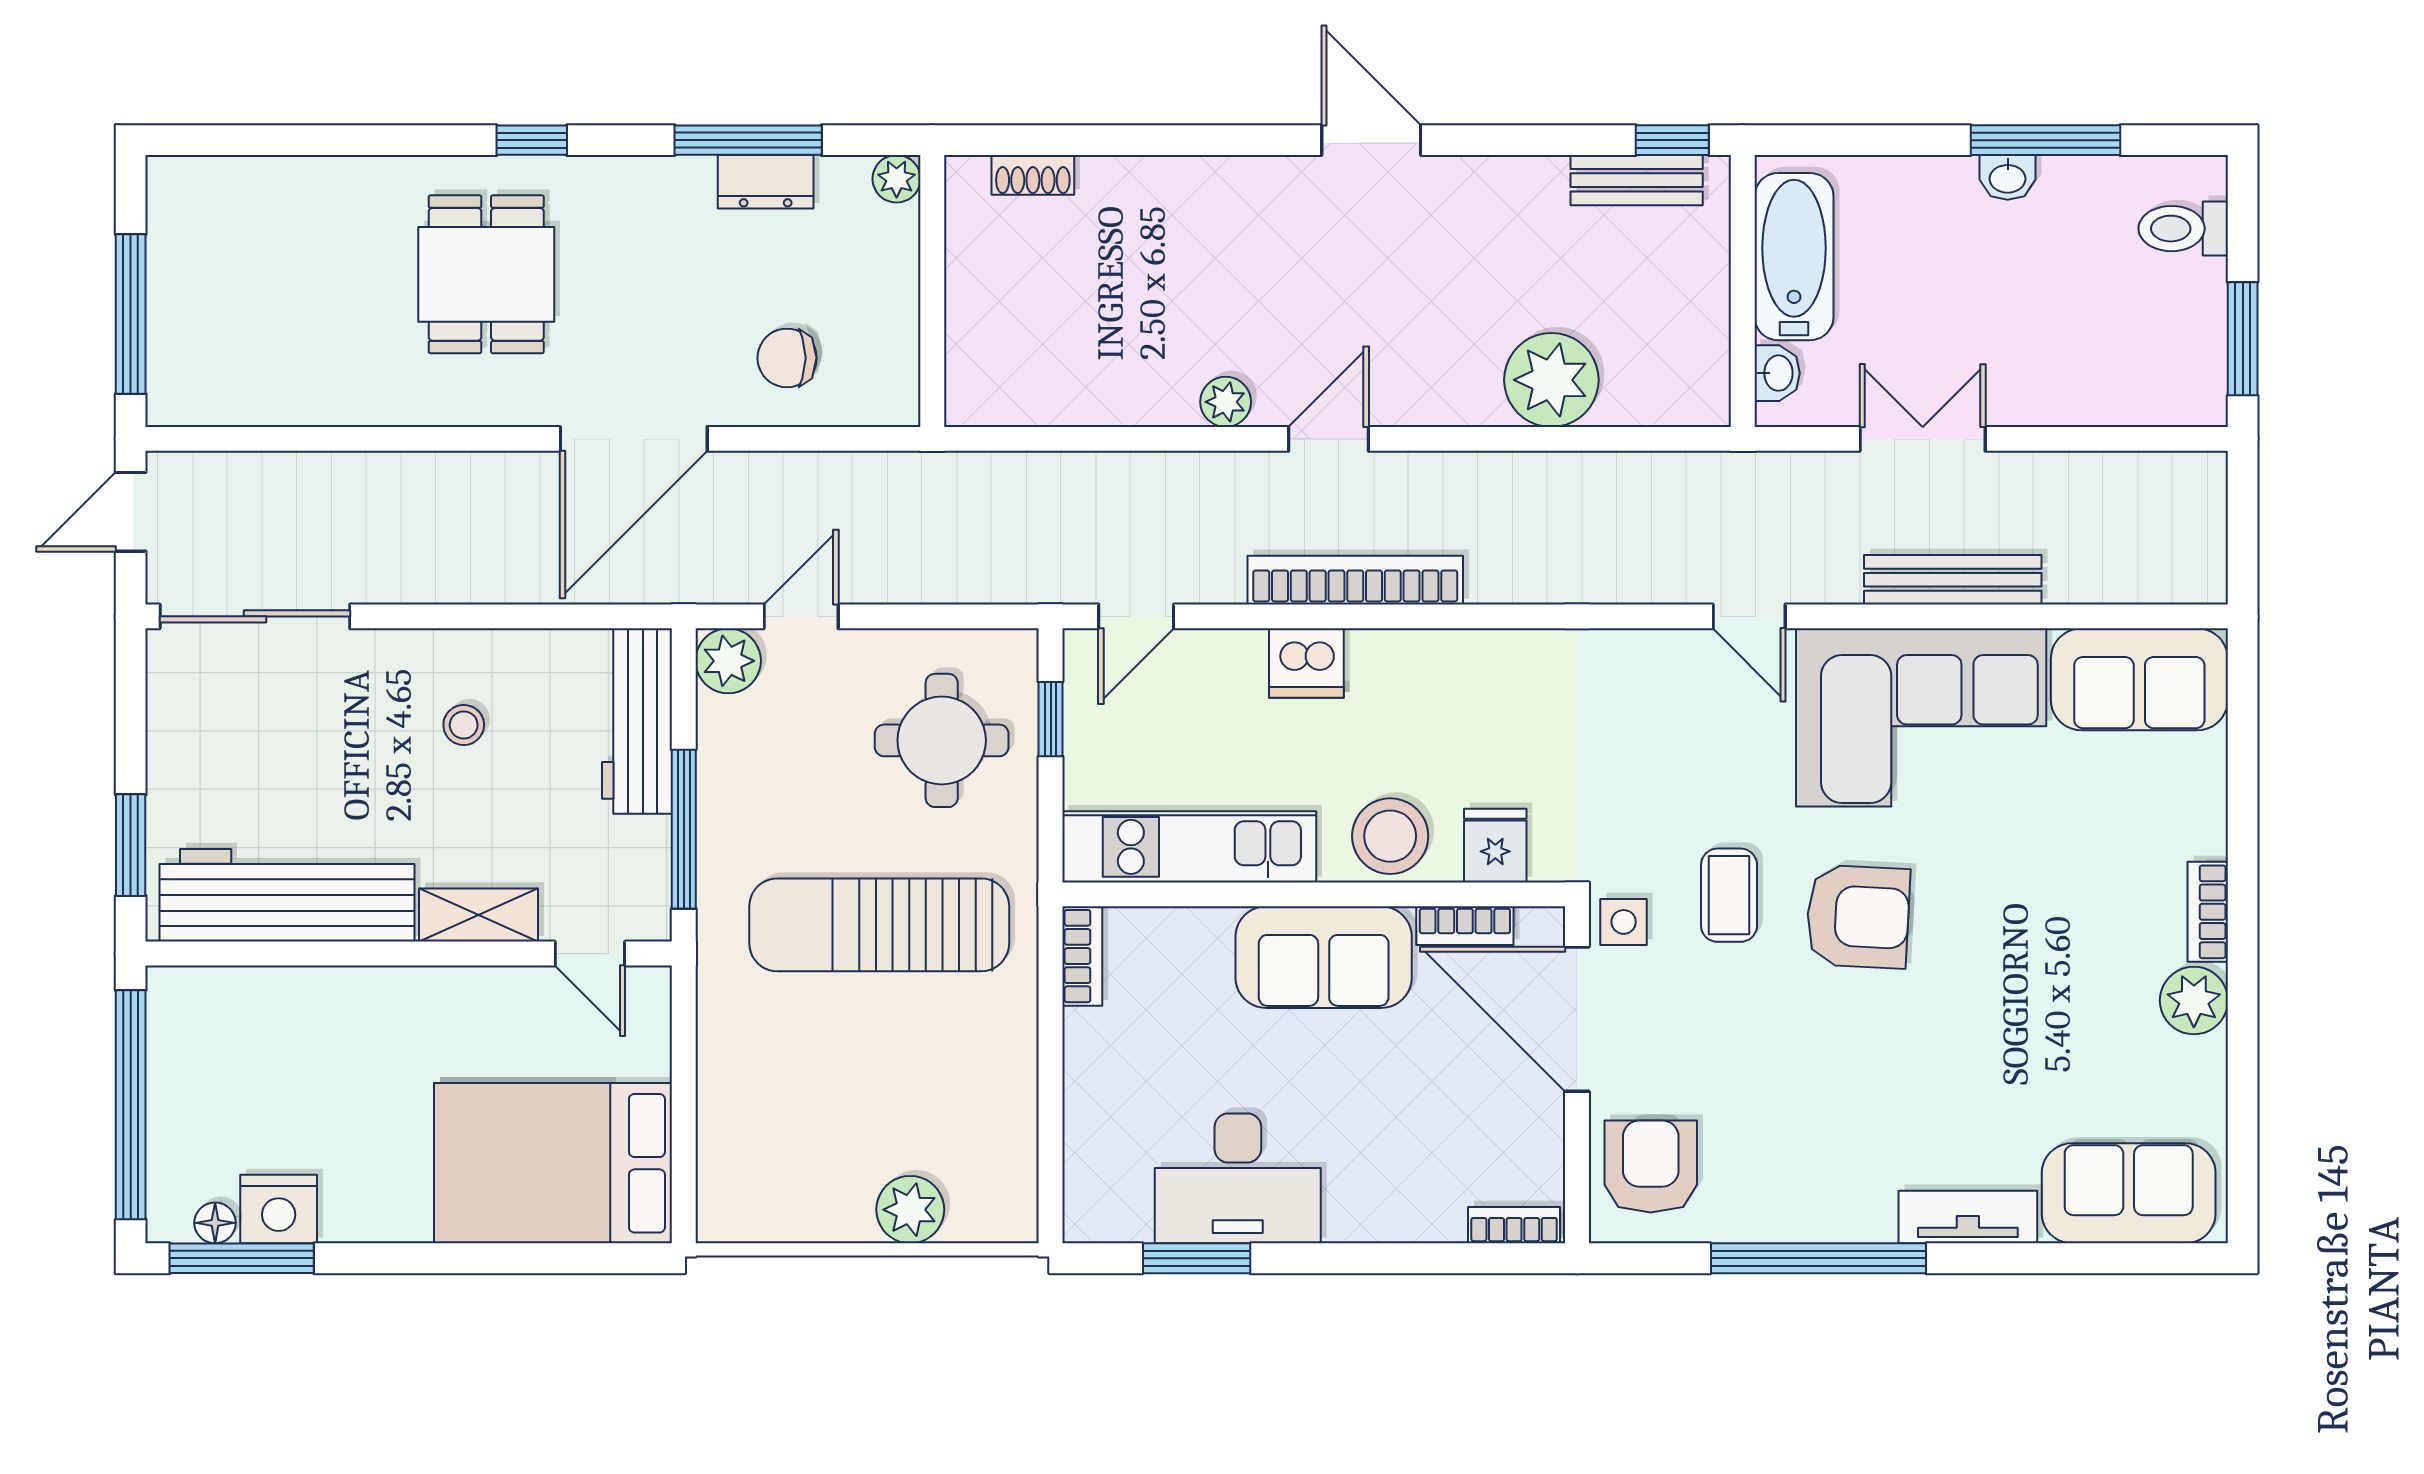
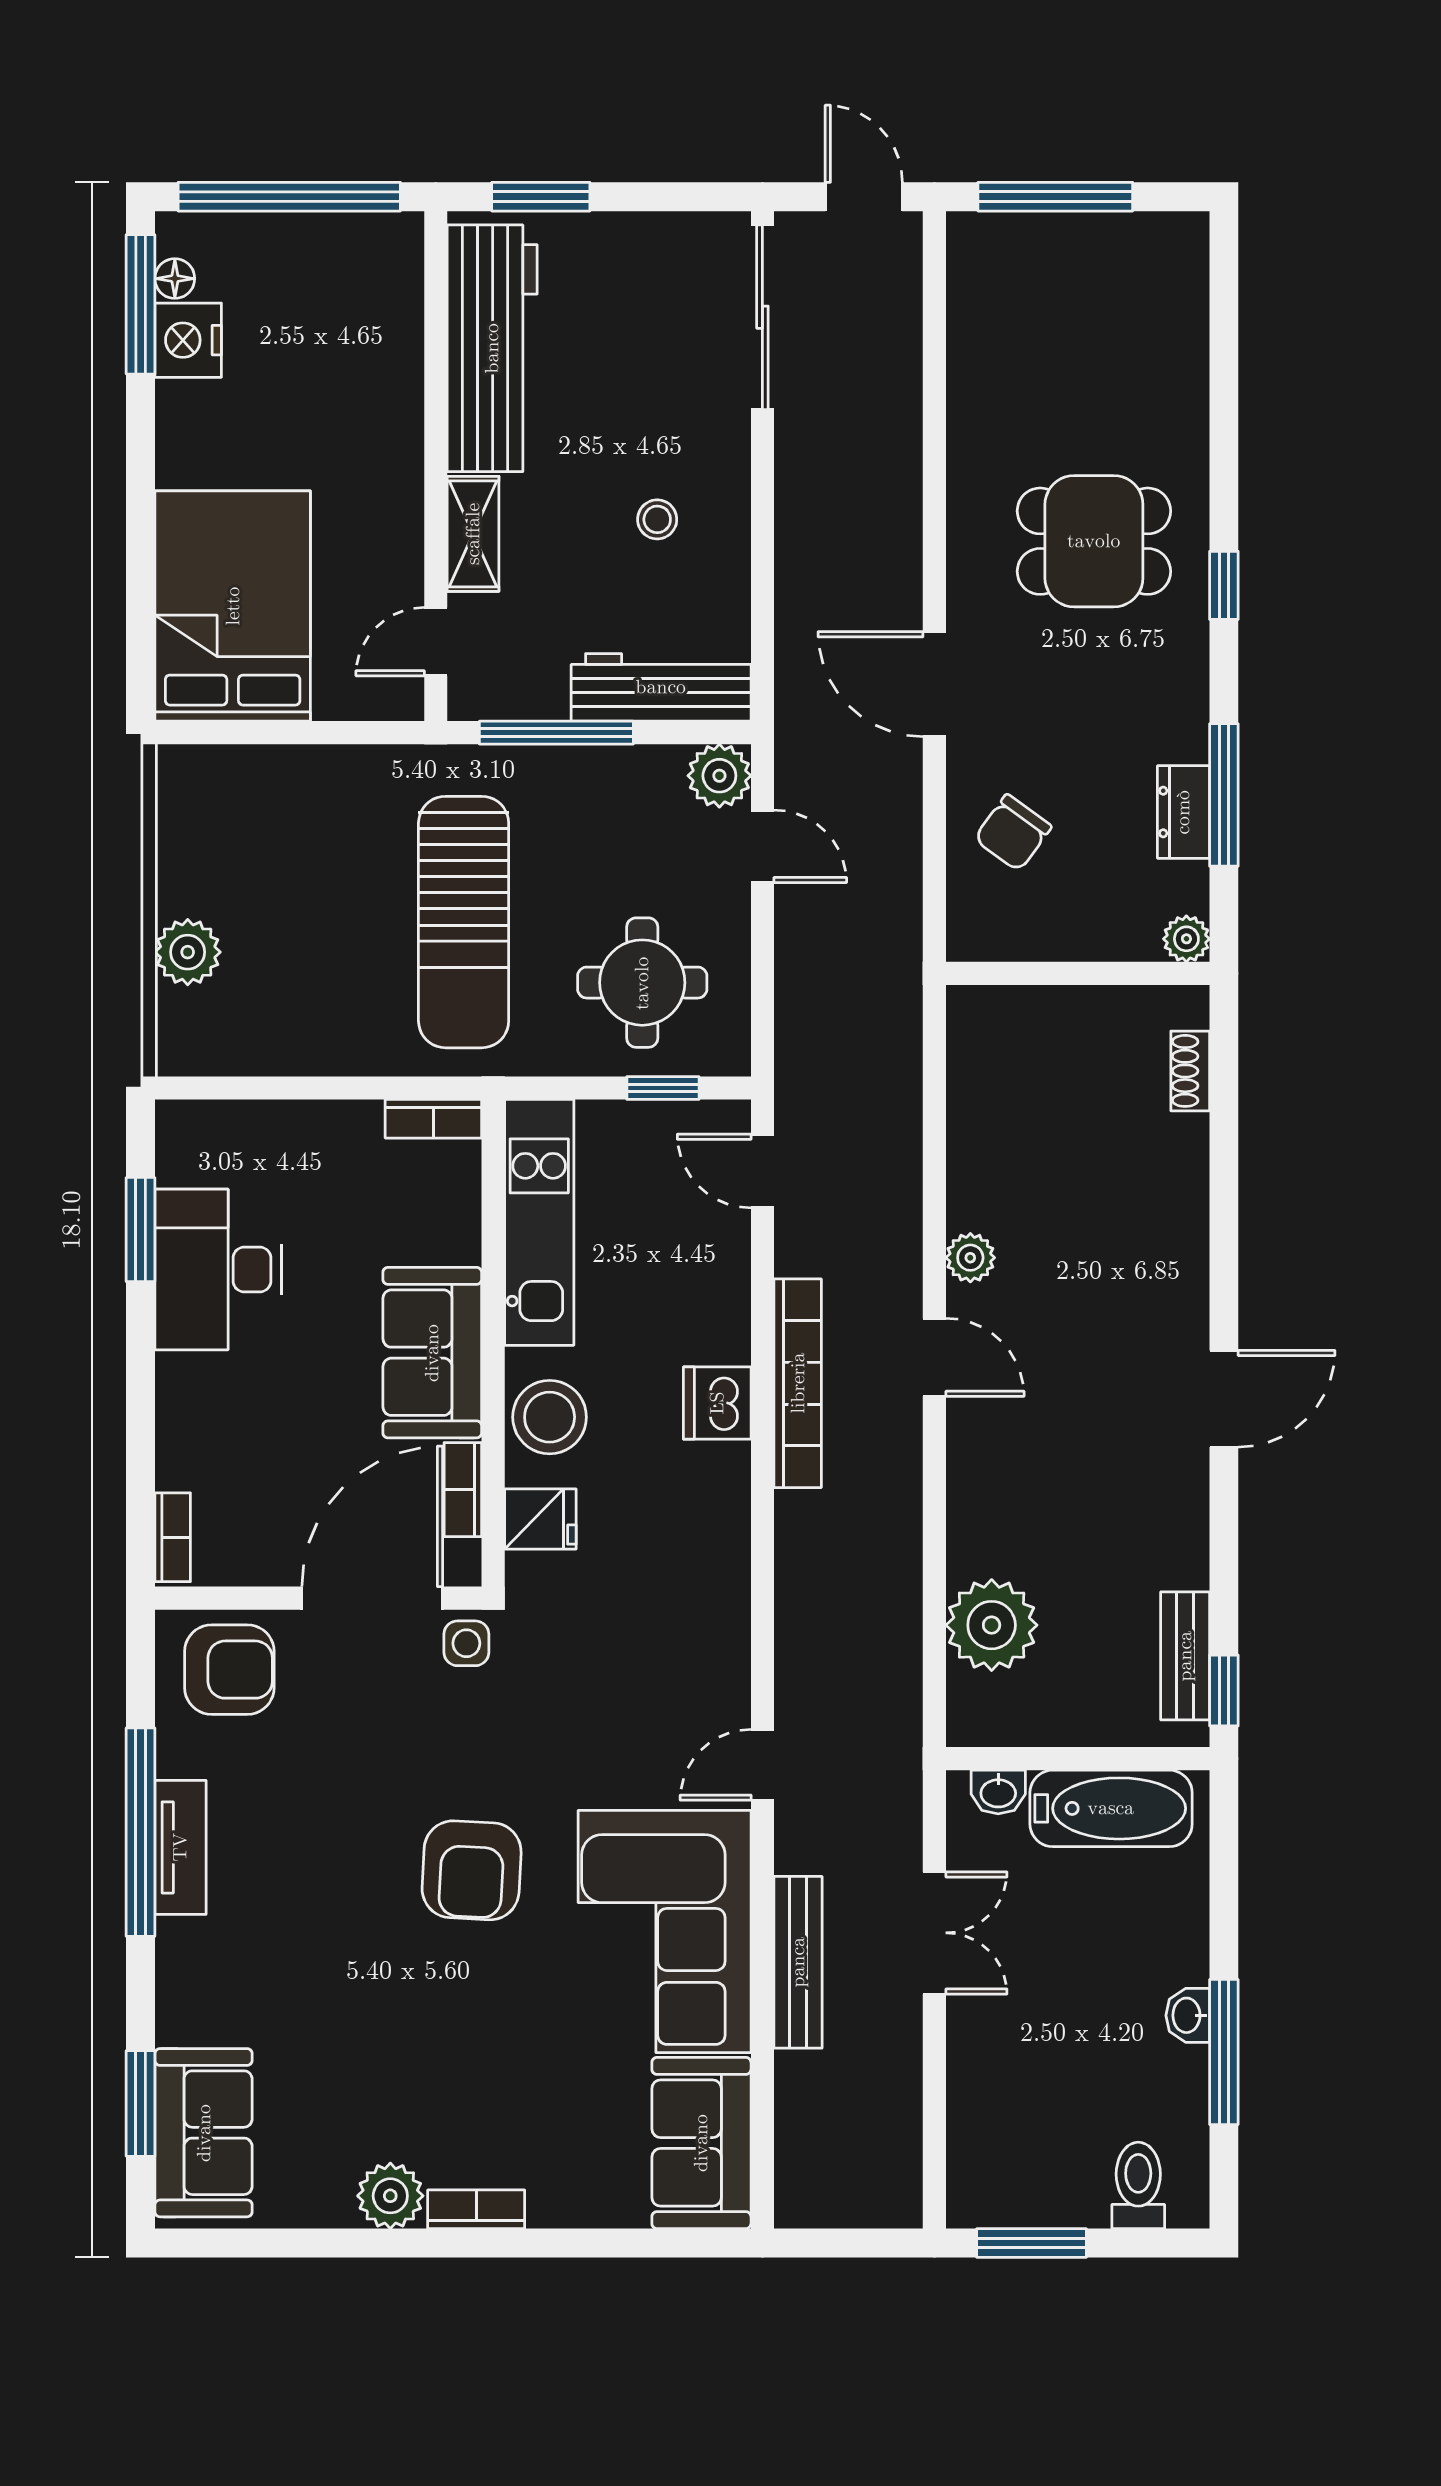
chair: (787, 358) -> (1013, 833), turned -144
plant: (1551, 380) -> (992, 1625), moved
door: (634, 439) -> (934, 684), width x0.73
dishwasher: (1306, 663) -> (717, 1403), moved
coffee table: (1729, 895) -> (492, 1745), removed
sun lounger: (879, 925) -> (464, 922), turned 180
tv unit: (1968, 1217) -> (180, 1847), moved
window: (2099, 1258) -> (141, 2103), added

